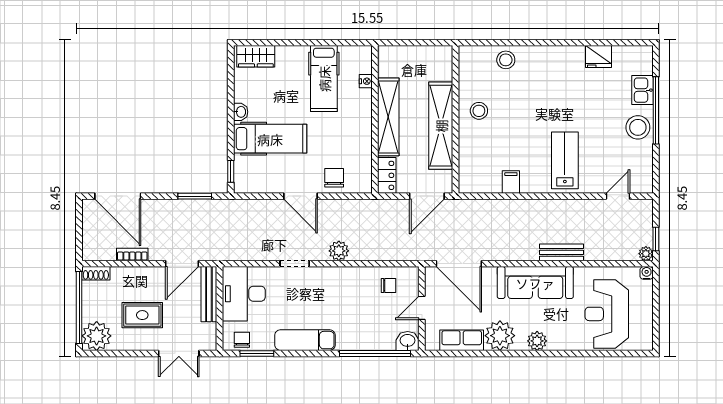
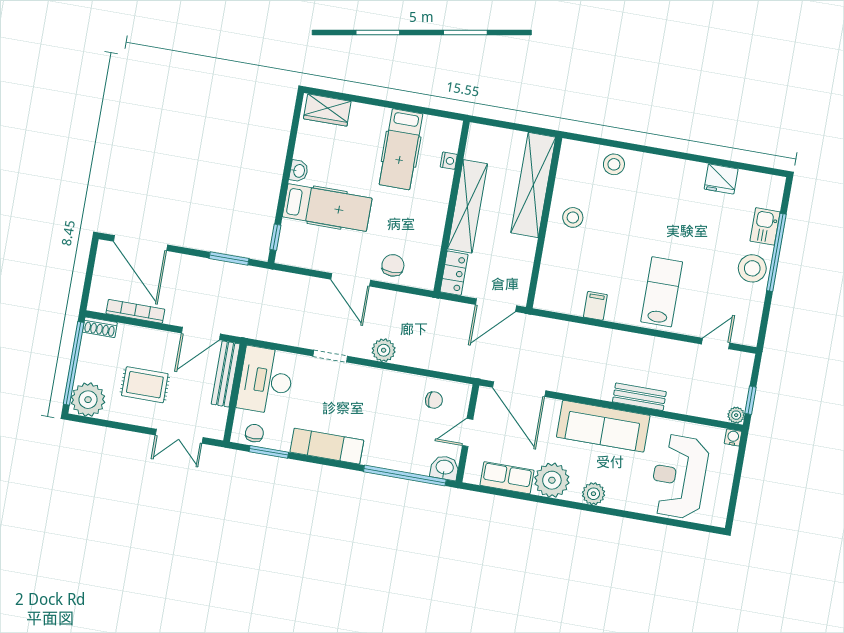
shelving: (441, 126) -> (533, 185), moved
bookcase: (132, 255) -> (135, 311), width x1.56

